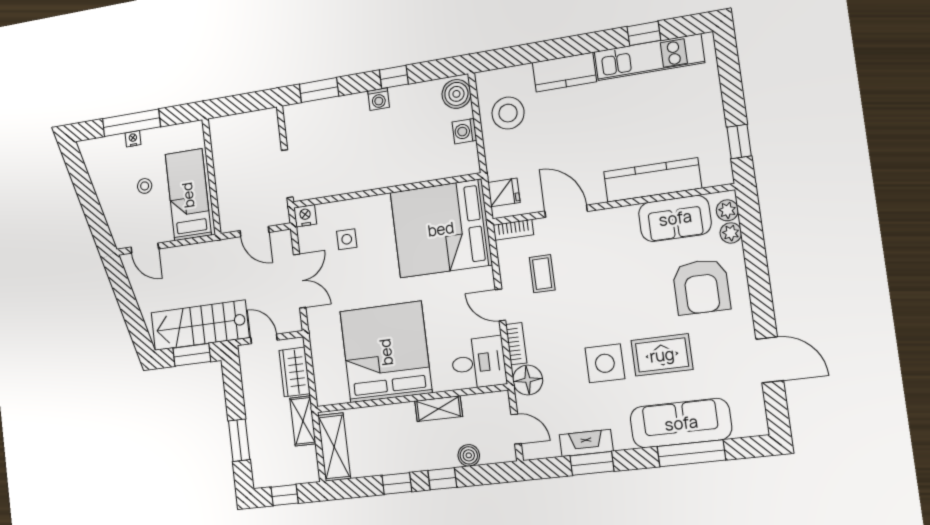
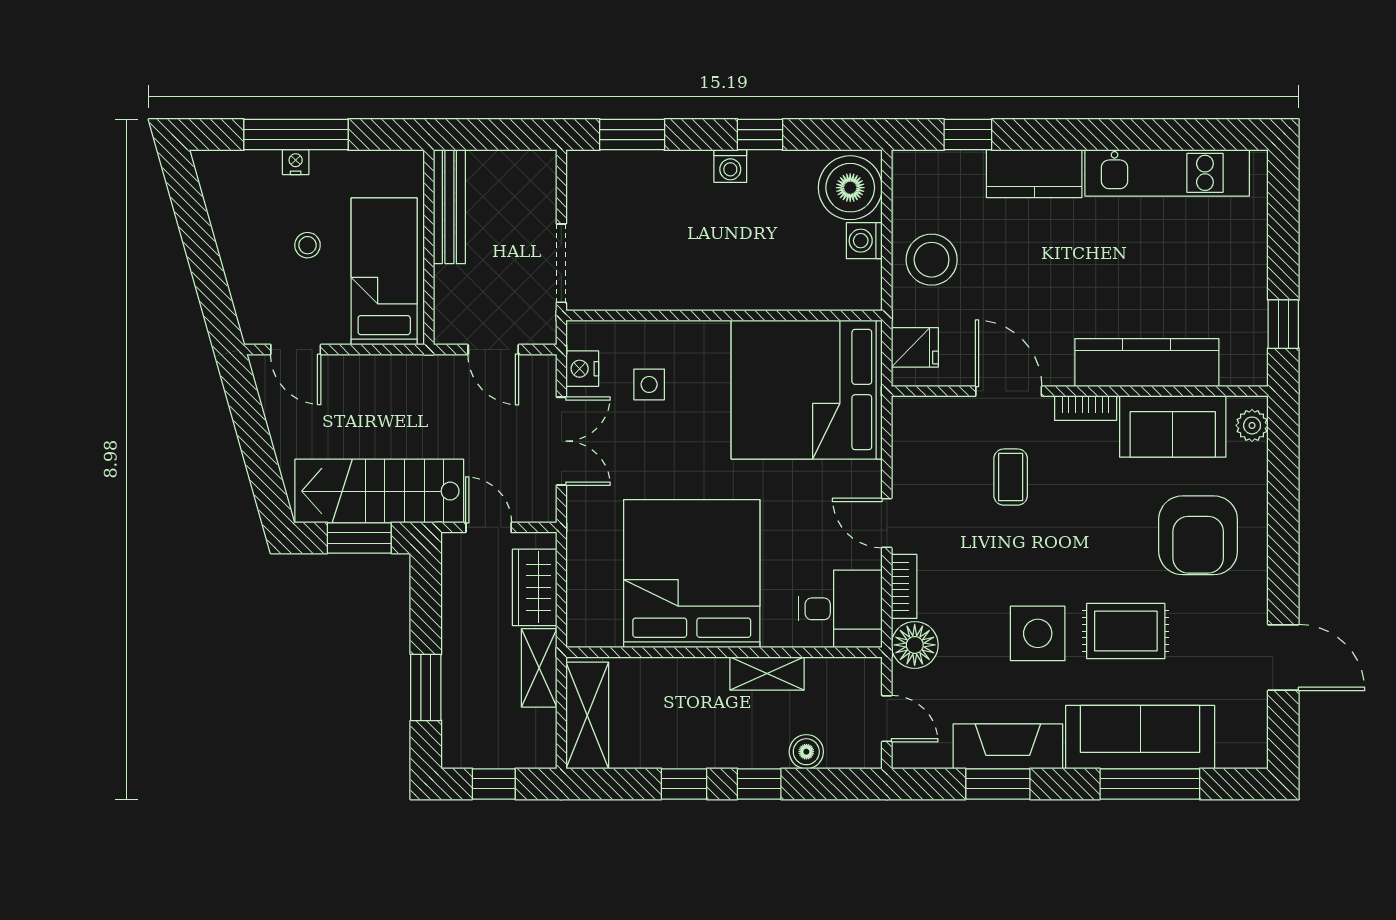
window: (644, 33) -> (968, 135), moved
boiler: (456, 94) -> (850, 188), width x1.37, depth x1.37
stool: (508, 113) -> (932, 260), moved
bench: (220, 151) -> (449, 207), added
nightstand: (305, 216) -> (582, 369), moved, turned -90
bookcase: (513, 230) -> (1086, 408), moved
plant: (731, 233) -> (1253, 460), removed
coffee table: (542, 274) -> (1011, 477), moved
fireplace: (586, 443) -> (1008, 746), width x1.37, depth x1.32

